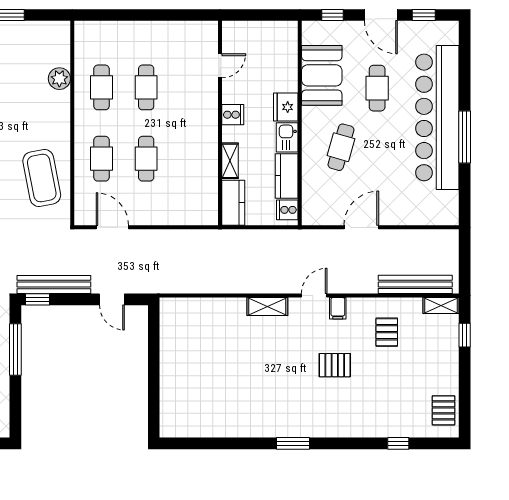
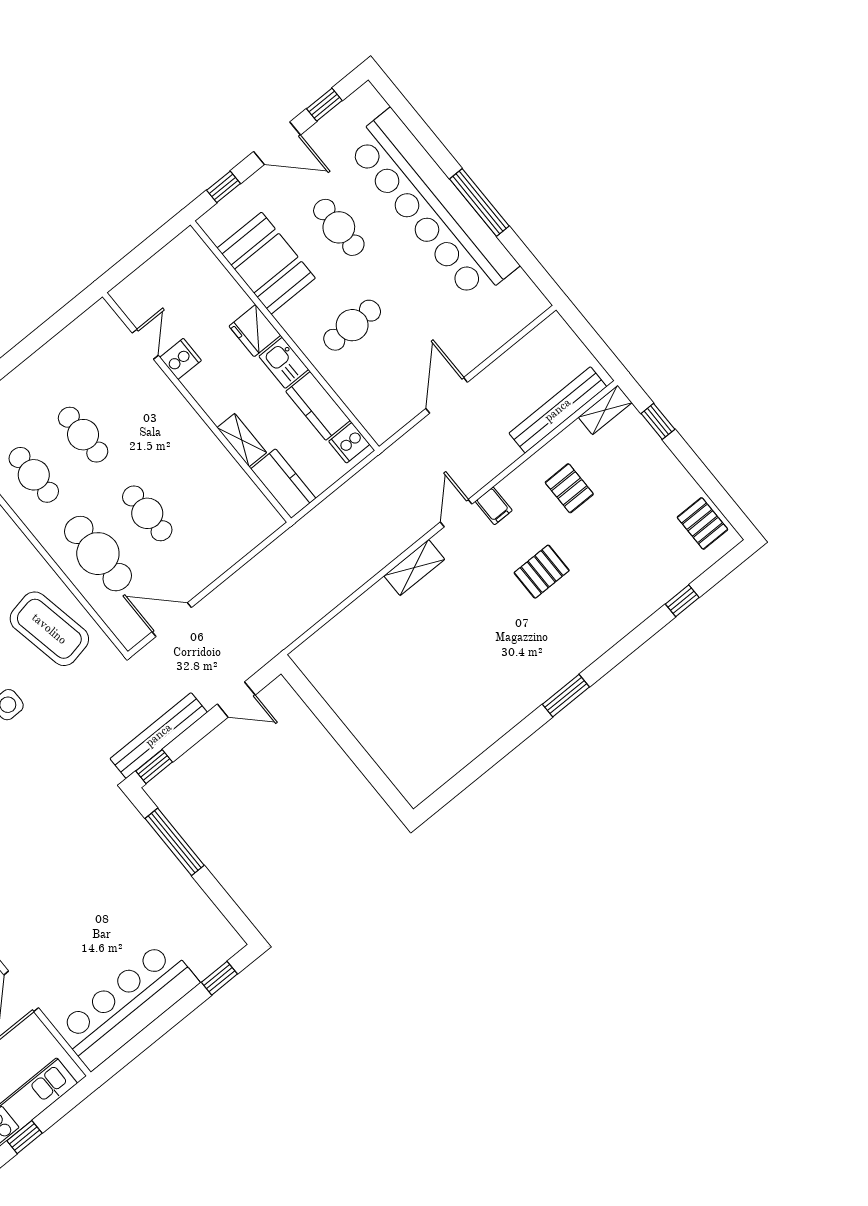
cooker: (233, 115) -> (181, 359), moved
cafe table: (341, 147) -> (352, 325), turned 74
cafe table: (102, 159) -> (98, 554), width x1.37, depth x1.35

